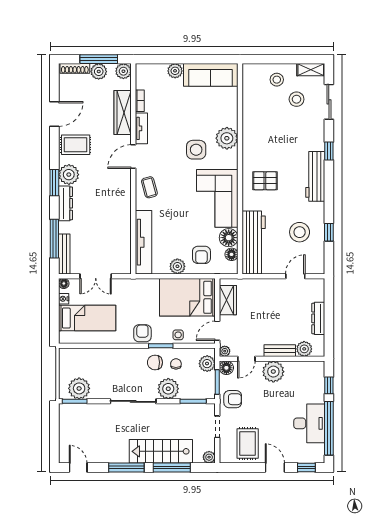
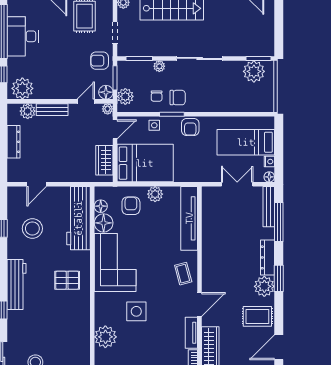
plant: (227, 138) -> (105, 337), moved
plant: (273, 372) -> (22, 88), moved
plant: (168, 389) -> (159, 66), width x0.53, depth x0.53

